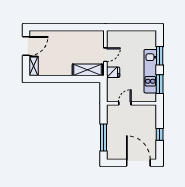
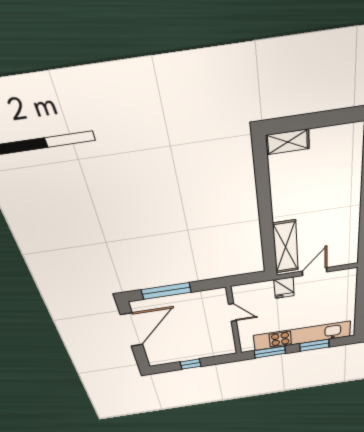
door: (26, 46) -> (331, 118), removed
door: (105, 55) -> (315, 272), swing flipped
kitchen unit: (150, 71) -> (302, 336), width x1.36
door: (138, 163) -> (132, 330), moved

